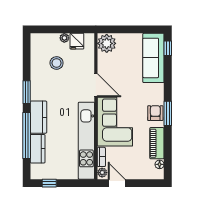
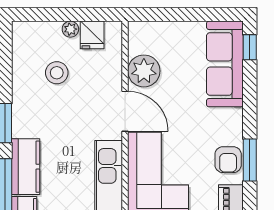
plant: (107, 43) -> (144, 71), moved
armchair: (155, 113) -> (228, 160), turned 180

